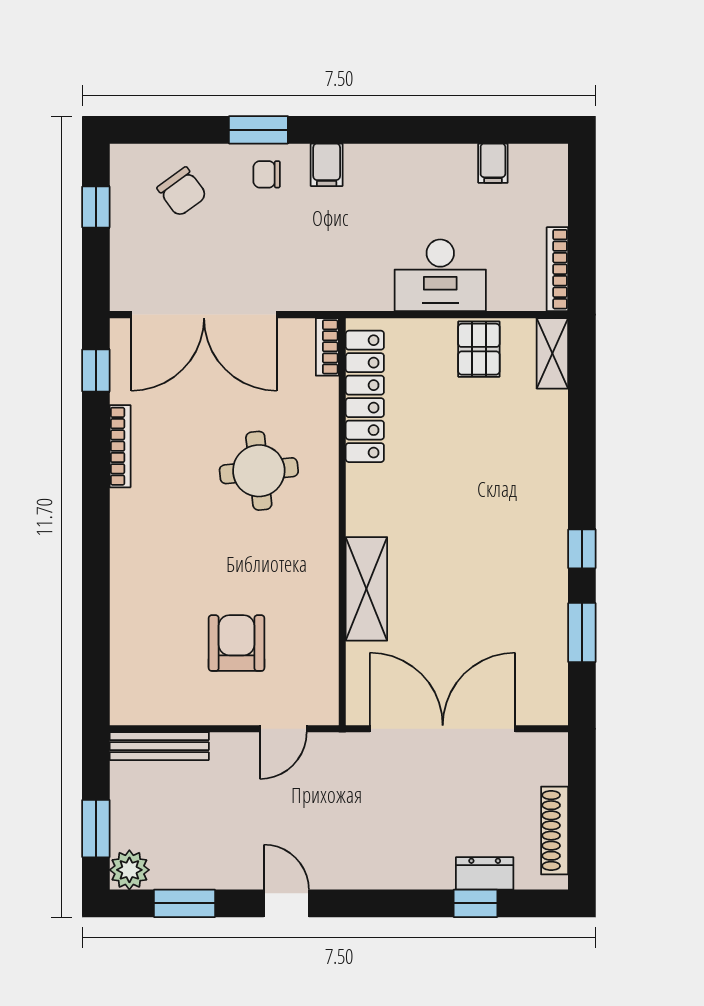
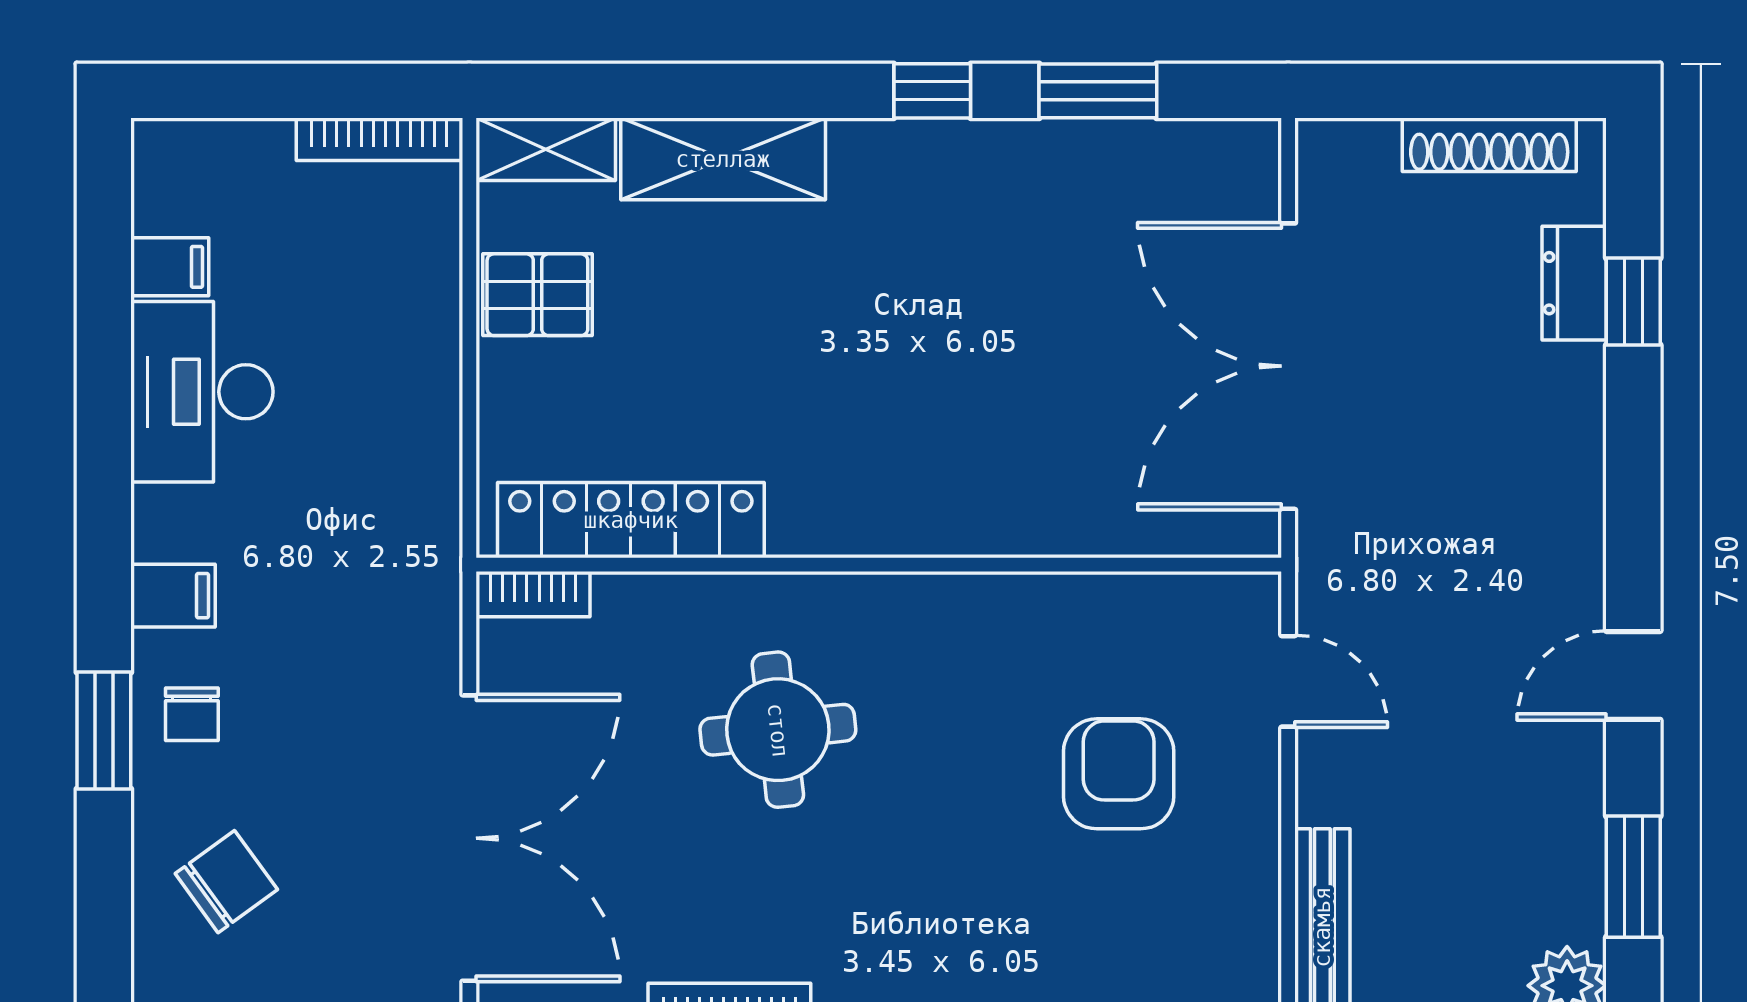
desk: (440, 275) -> (202, 392), moved, turned 180
shelving: (366, 589) -> (723, 159), moved
armchair: (237, 643) -> (1119, 774), turned 90

